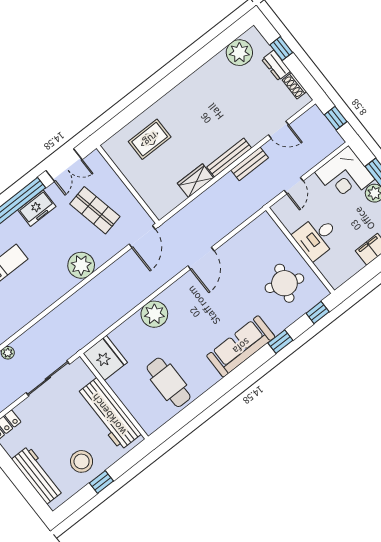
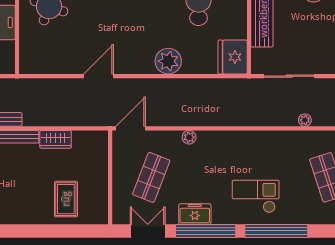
rug: (150, 139) -> (66, 199), turned 90
shop shelf: (95, 210) -> (151, 177), turned 33
plant: (81, 265) -> (189, 137), width x0.53, depth x0.53

